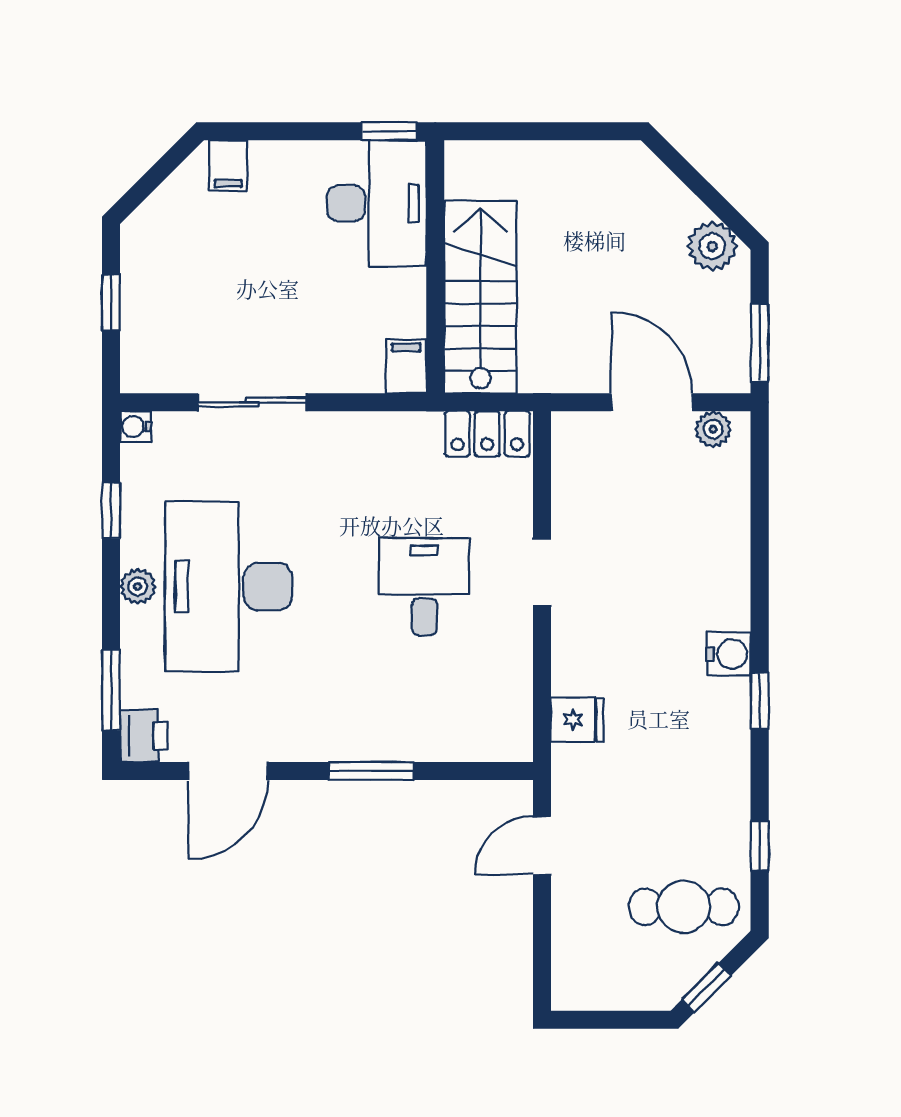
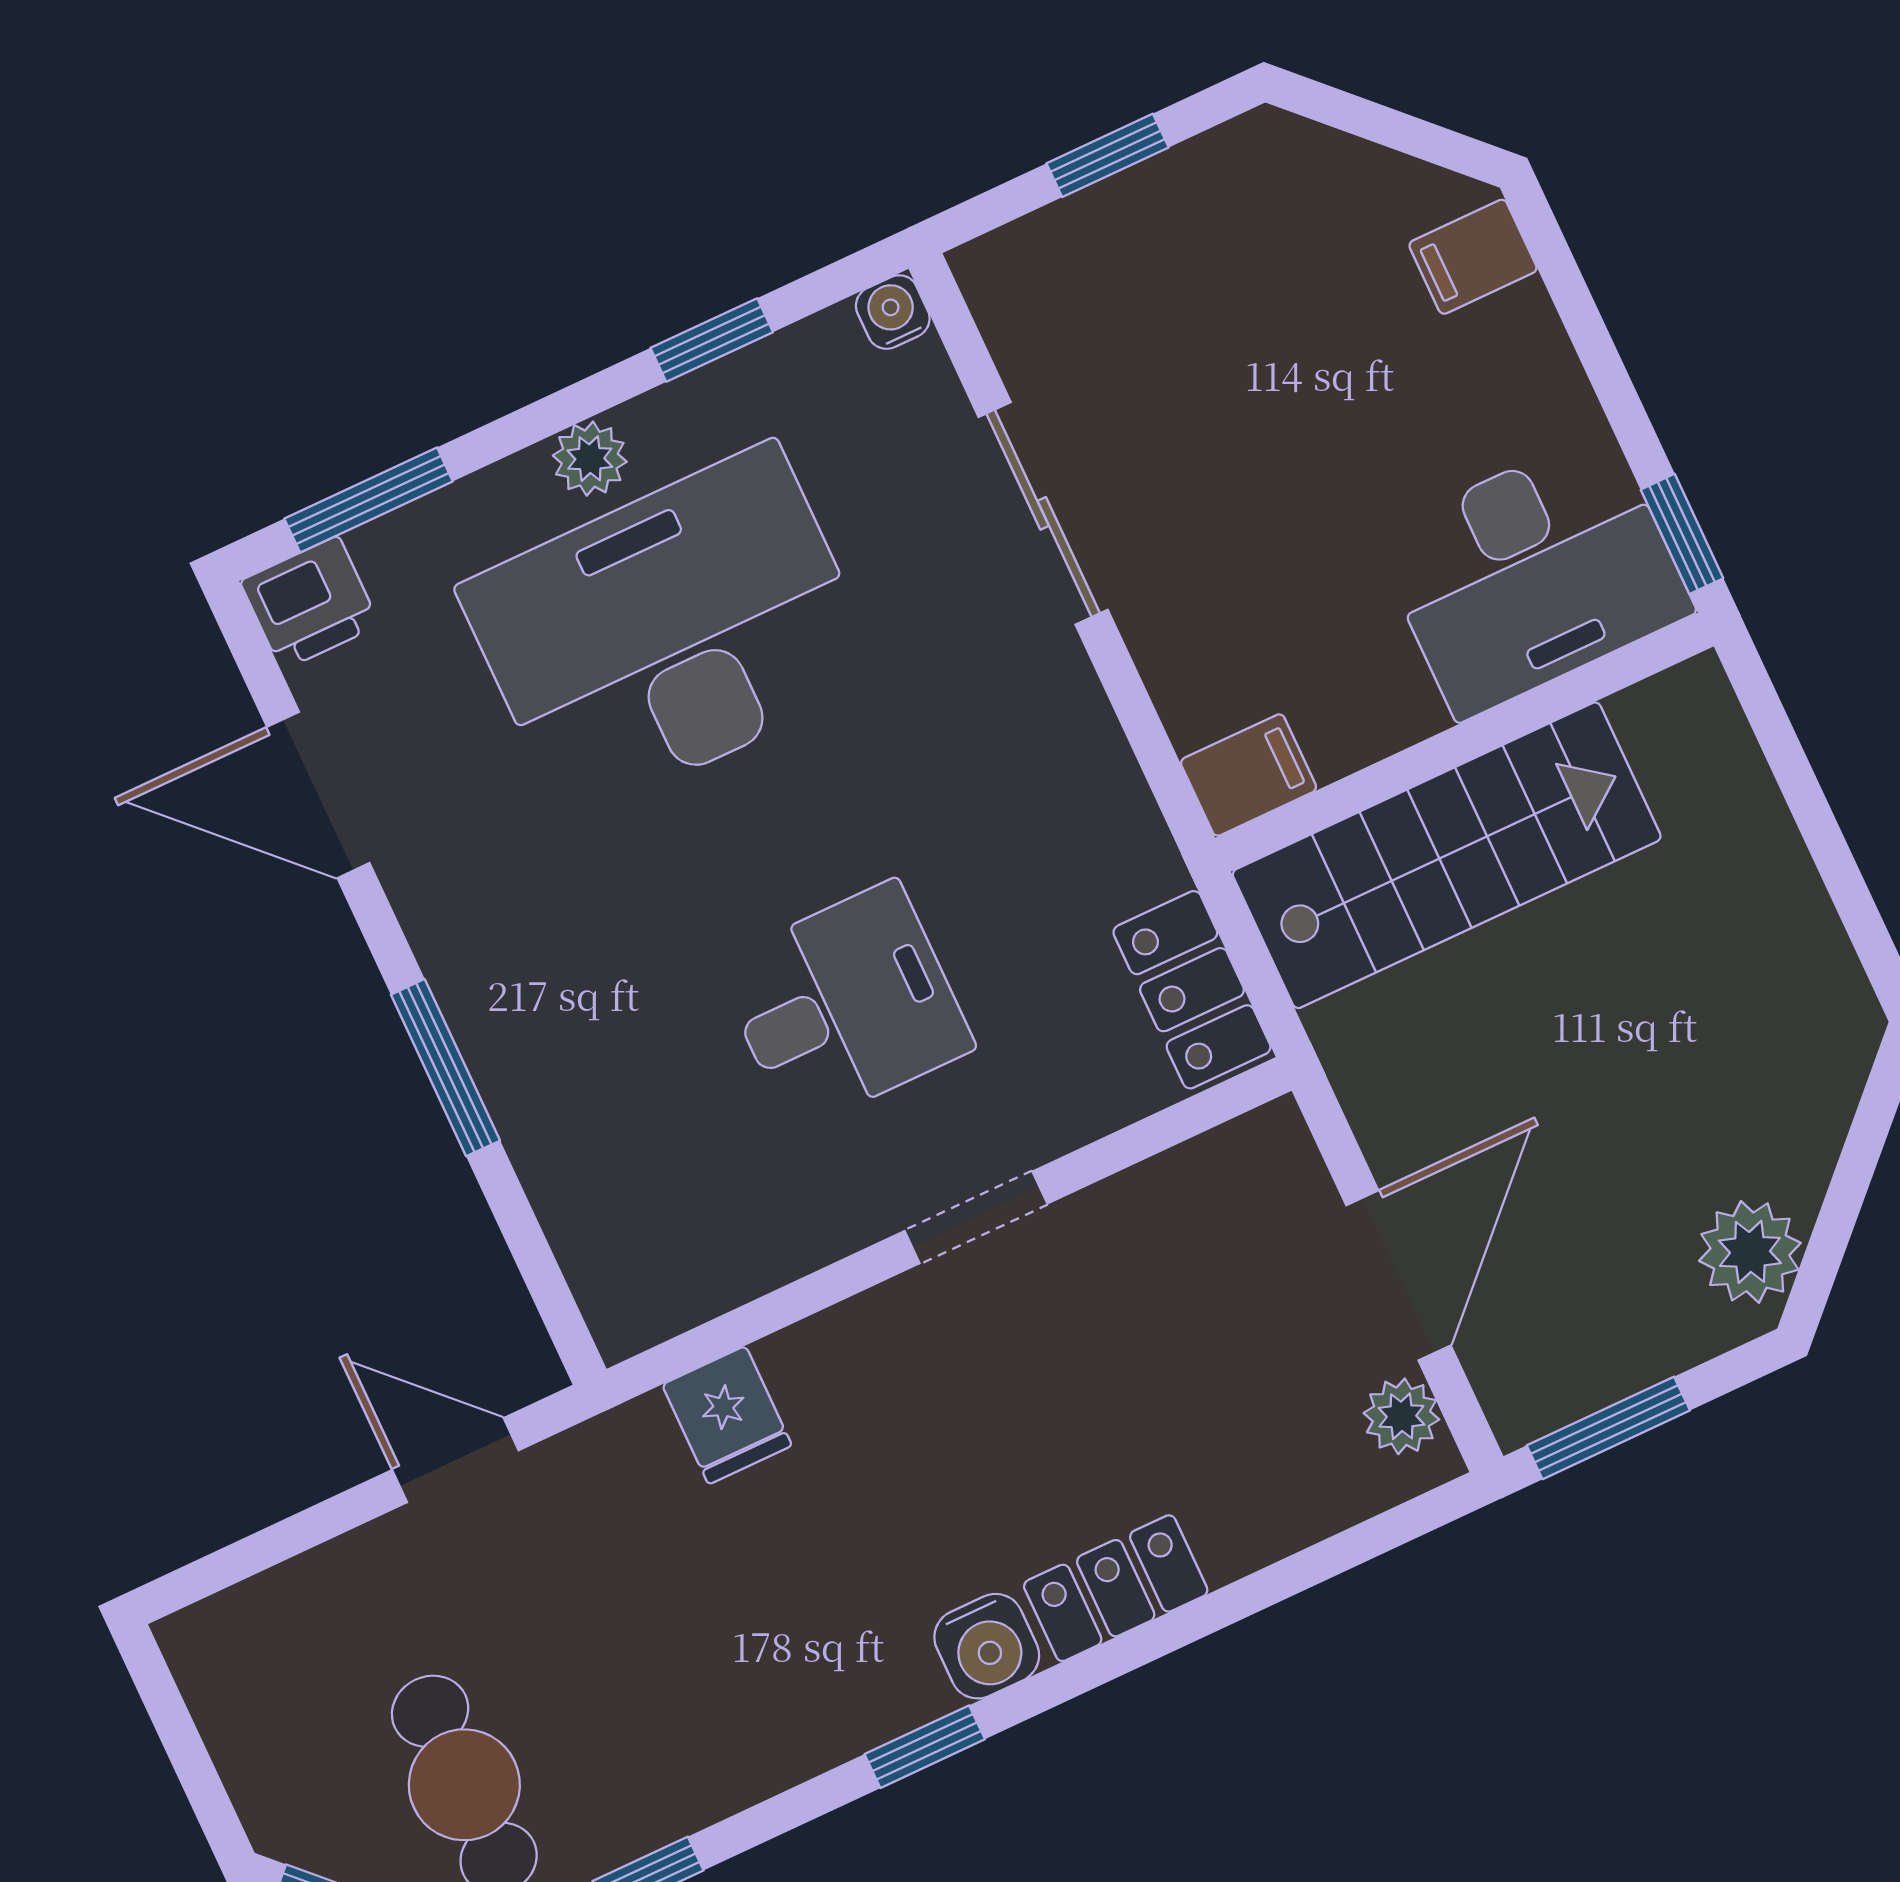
locker: (730, 587) -> (1116, 1588), added

